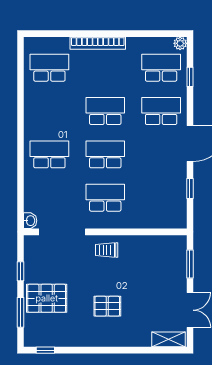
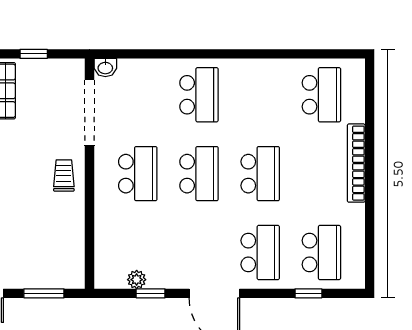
plant: (180, 43) -> (137, 280), moved

